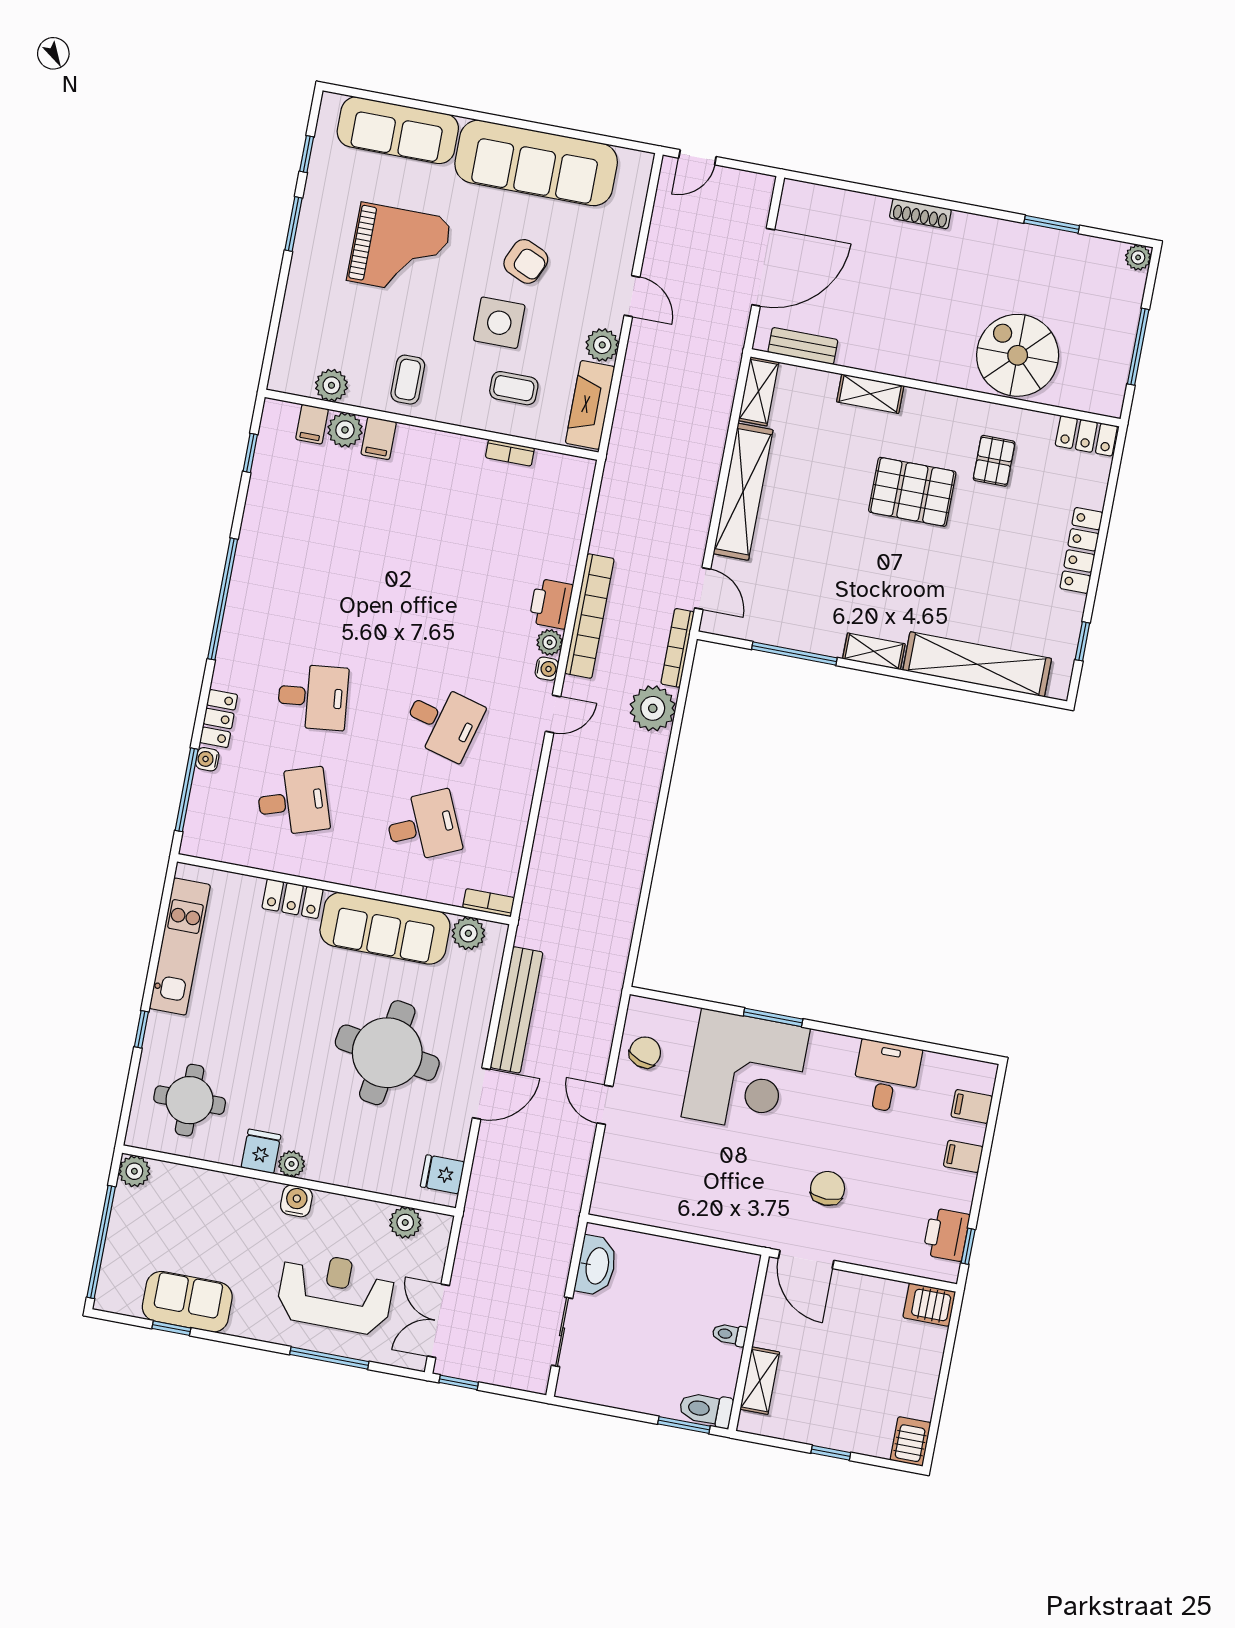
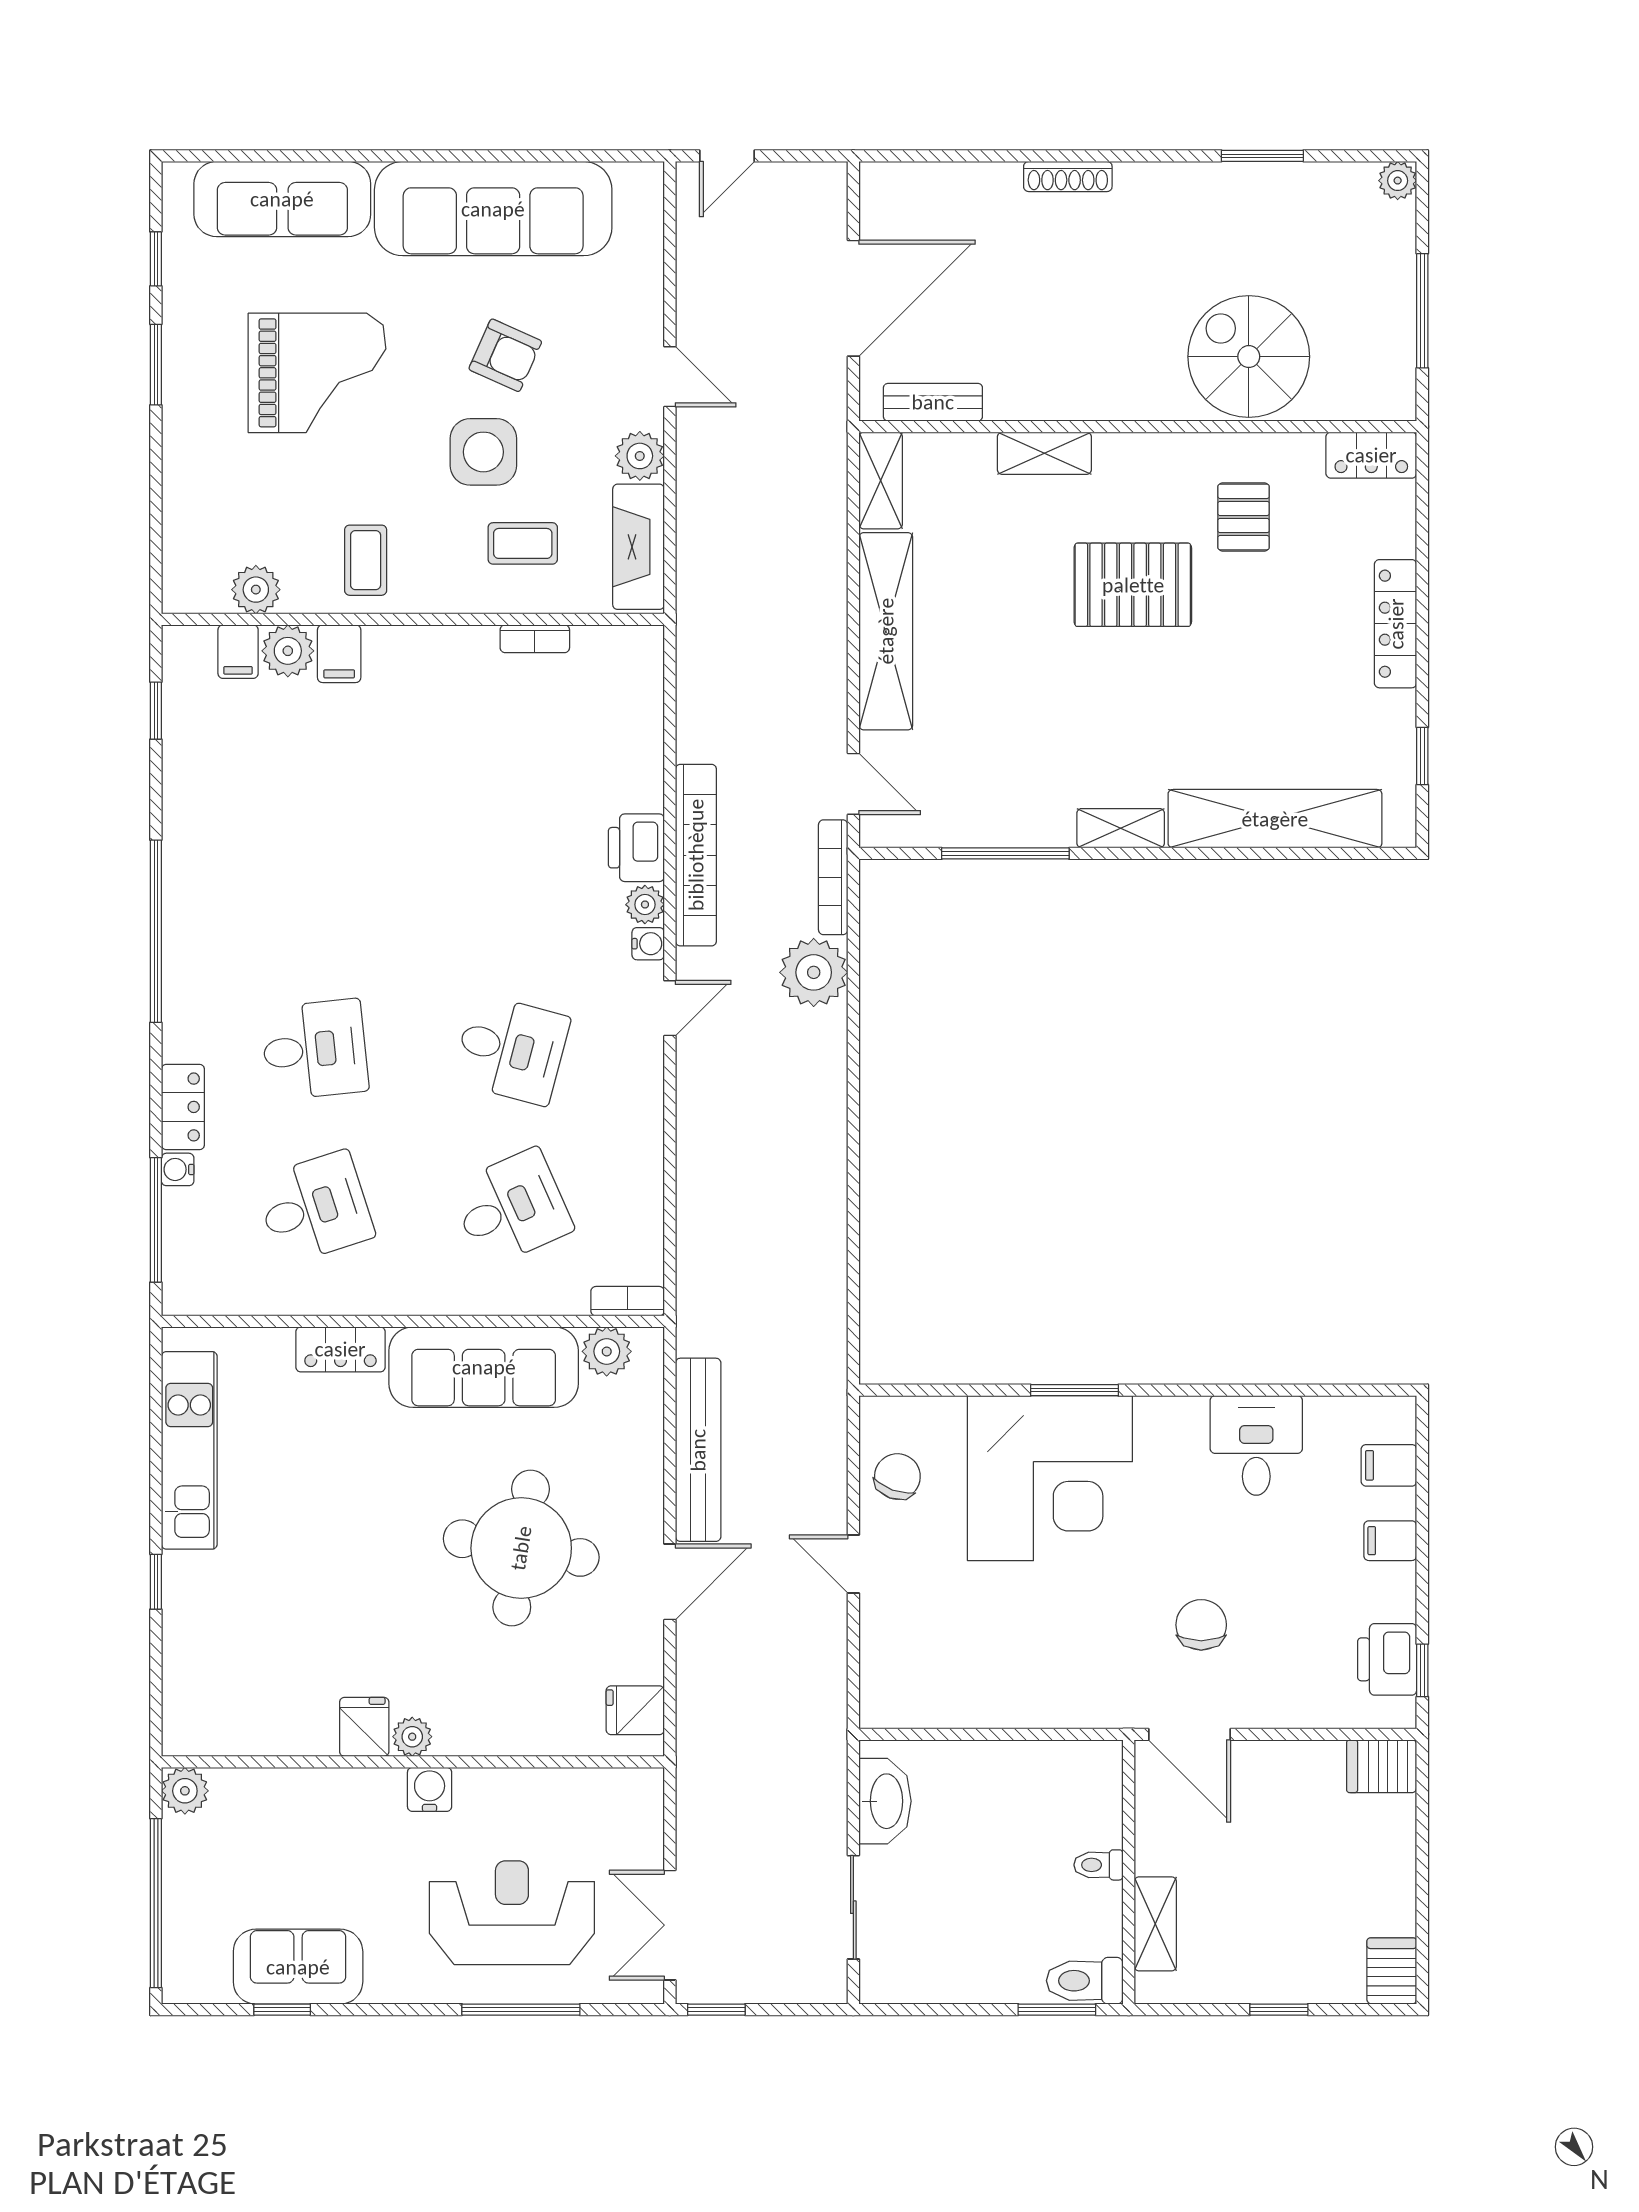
round table: (190, 1100) -> (246, 1672), removed
plant: (405, 1223) -> (594, 1791), removed

